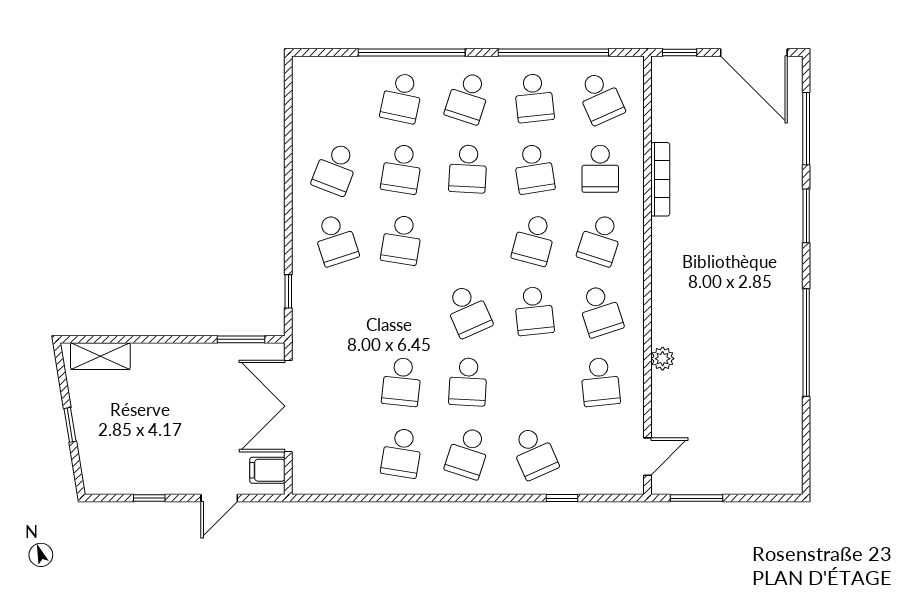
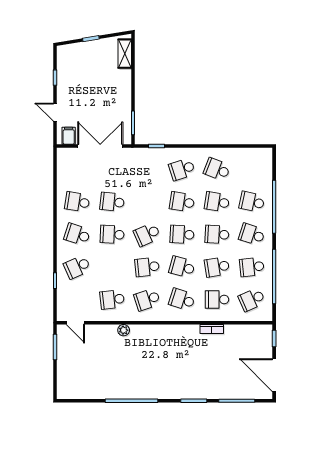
door: (754, 53) -> (274, 375), hinge flipped
bookcase: (660, 179) -> (212, 329), width x0.64
school desk: (468, 240) -> (182, 234), added

